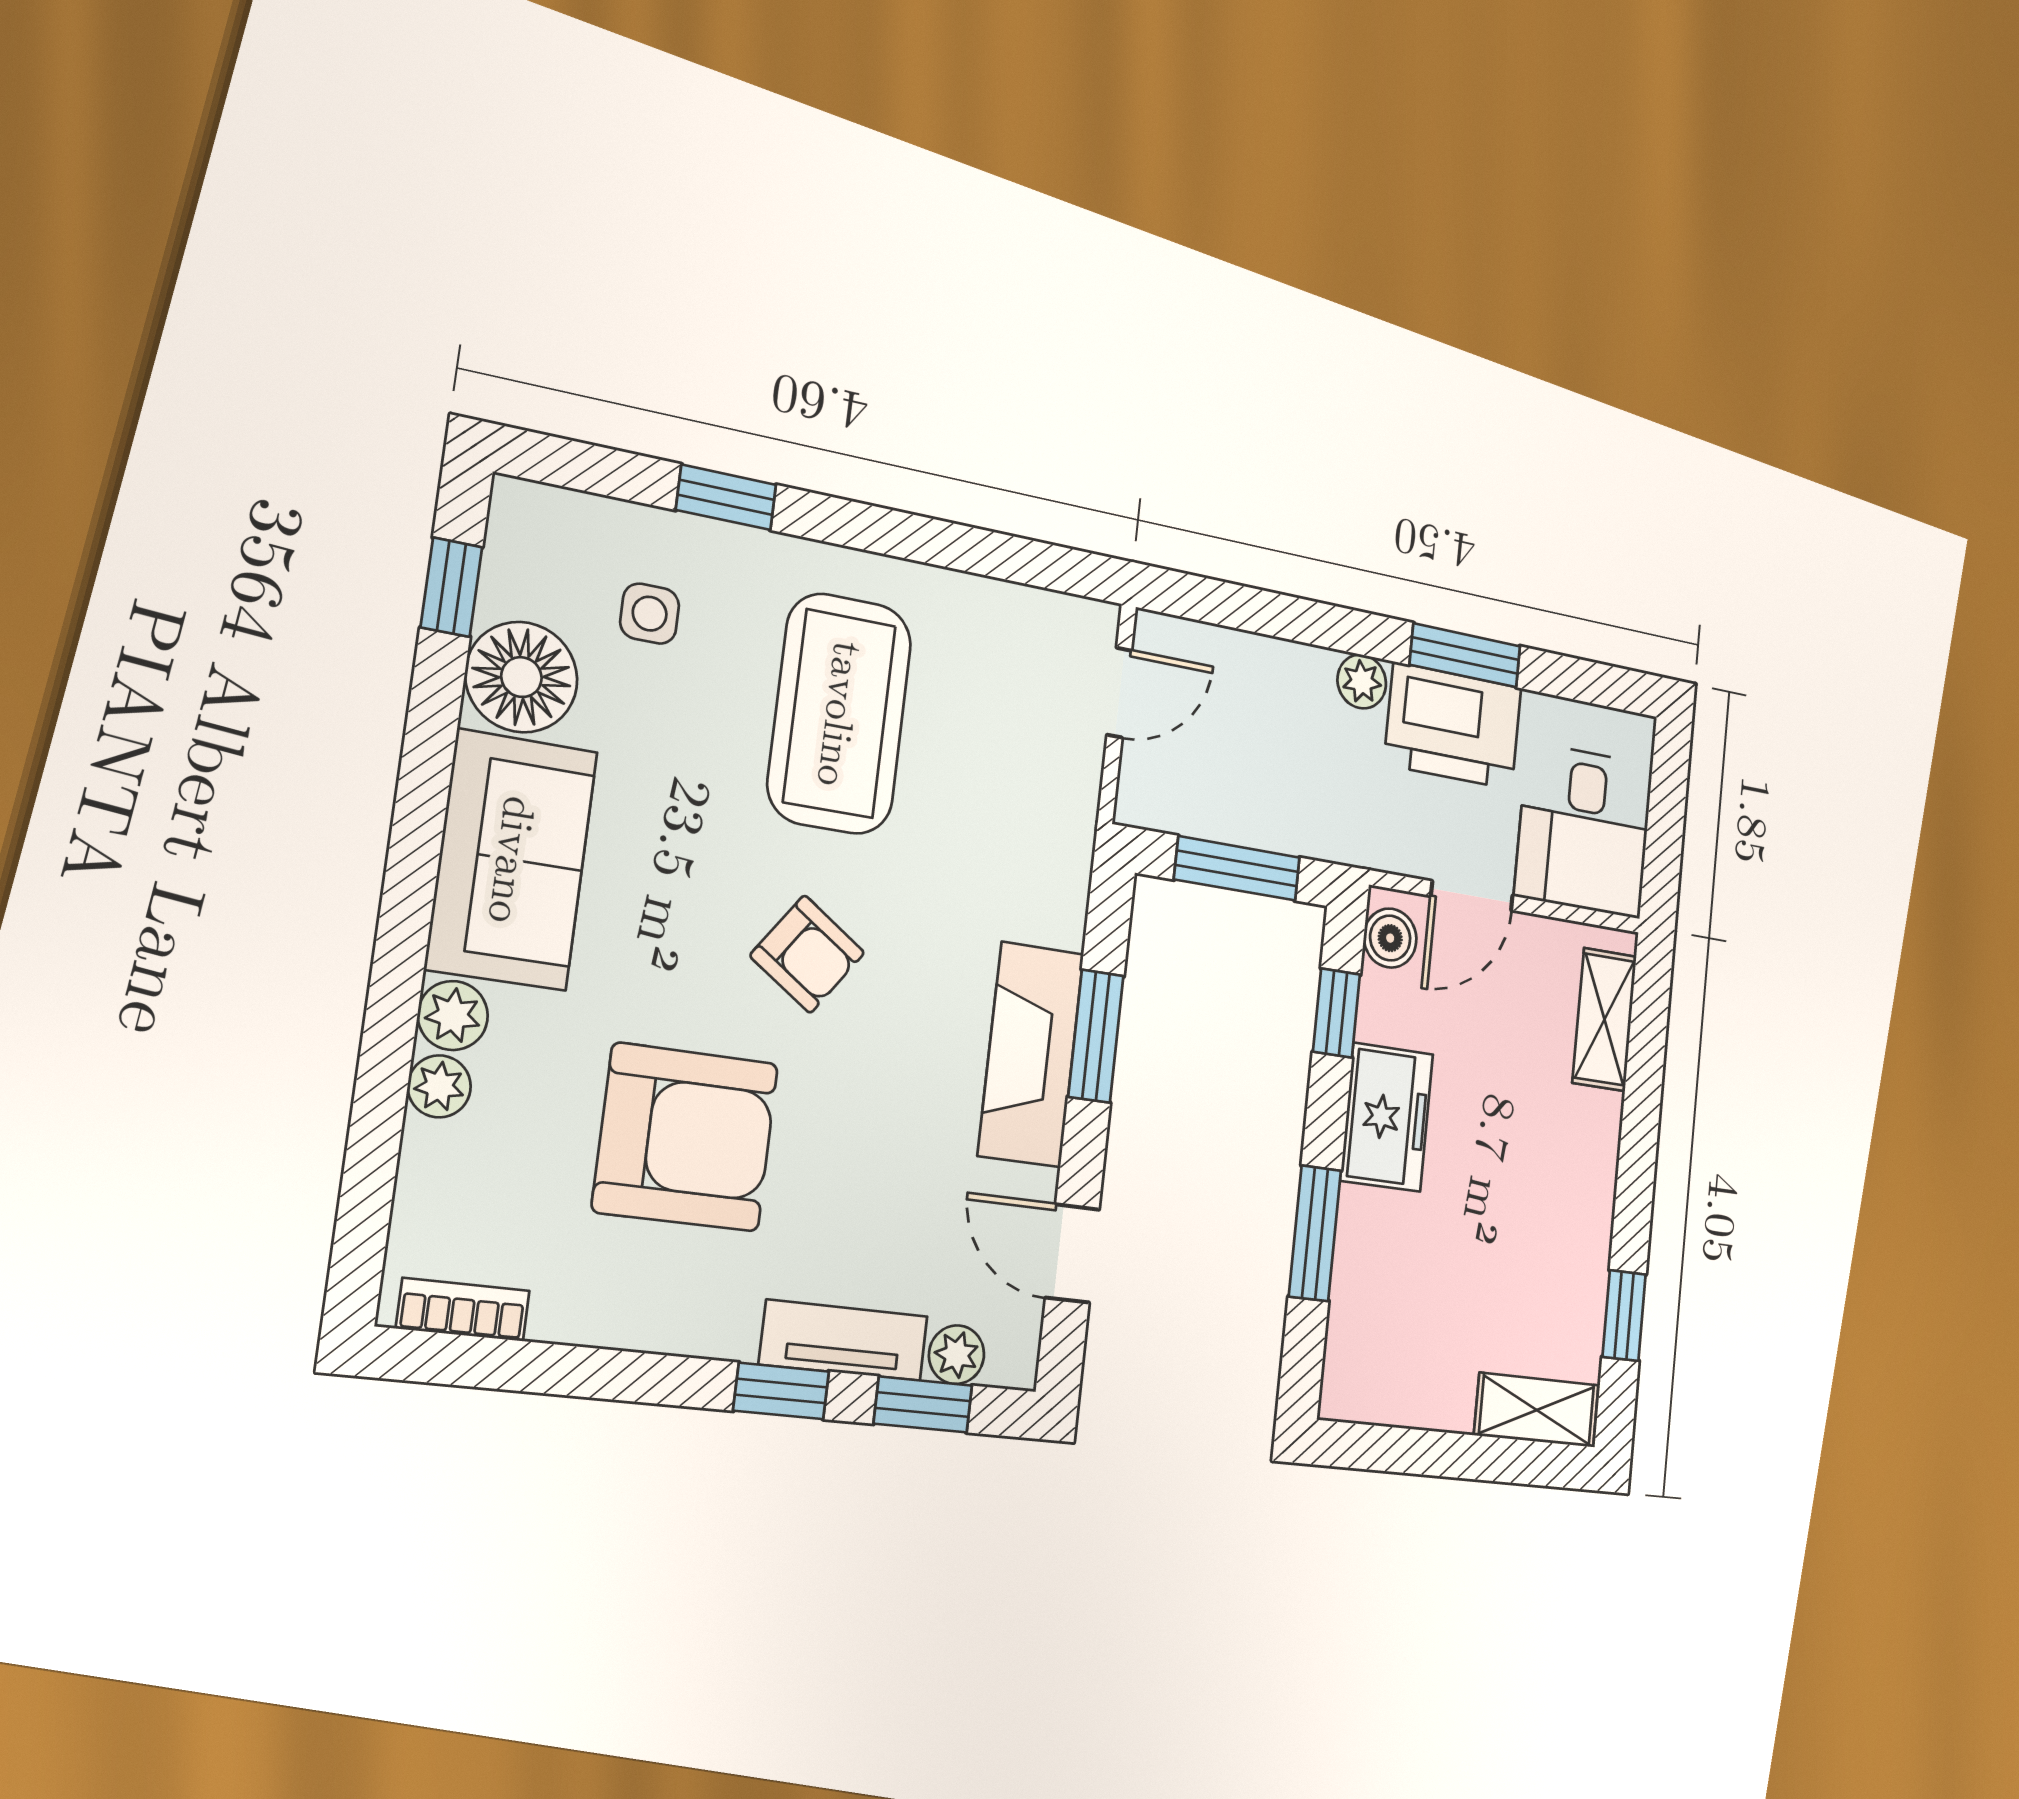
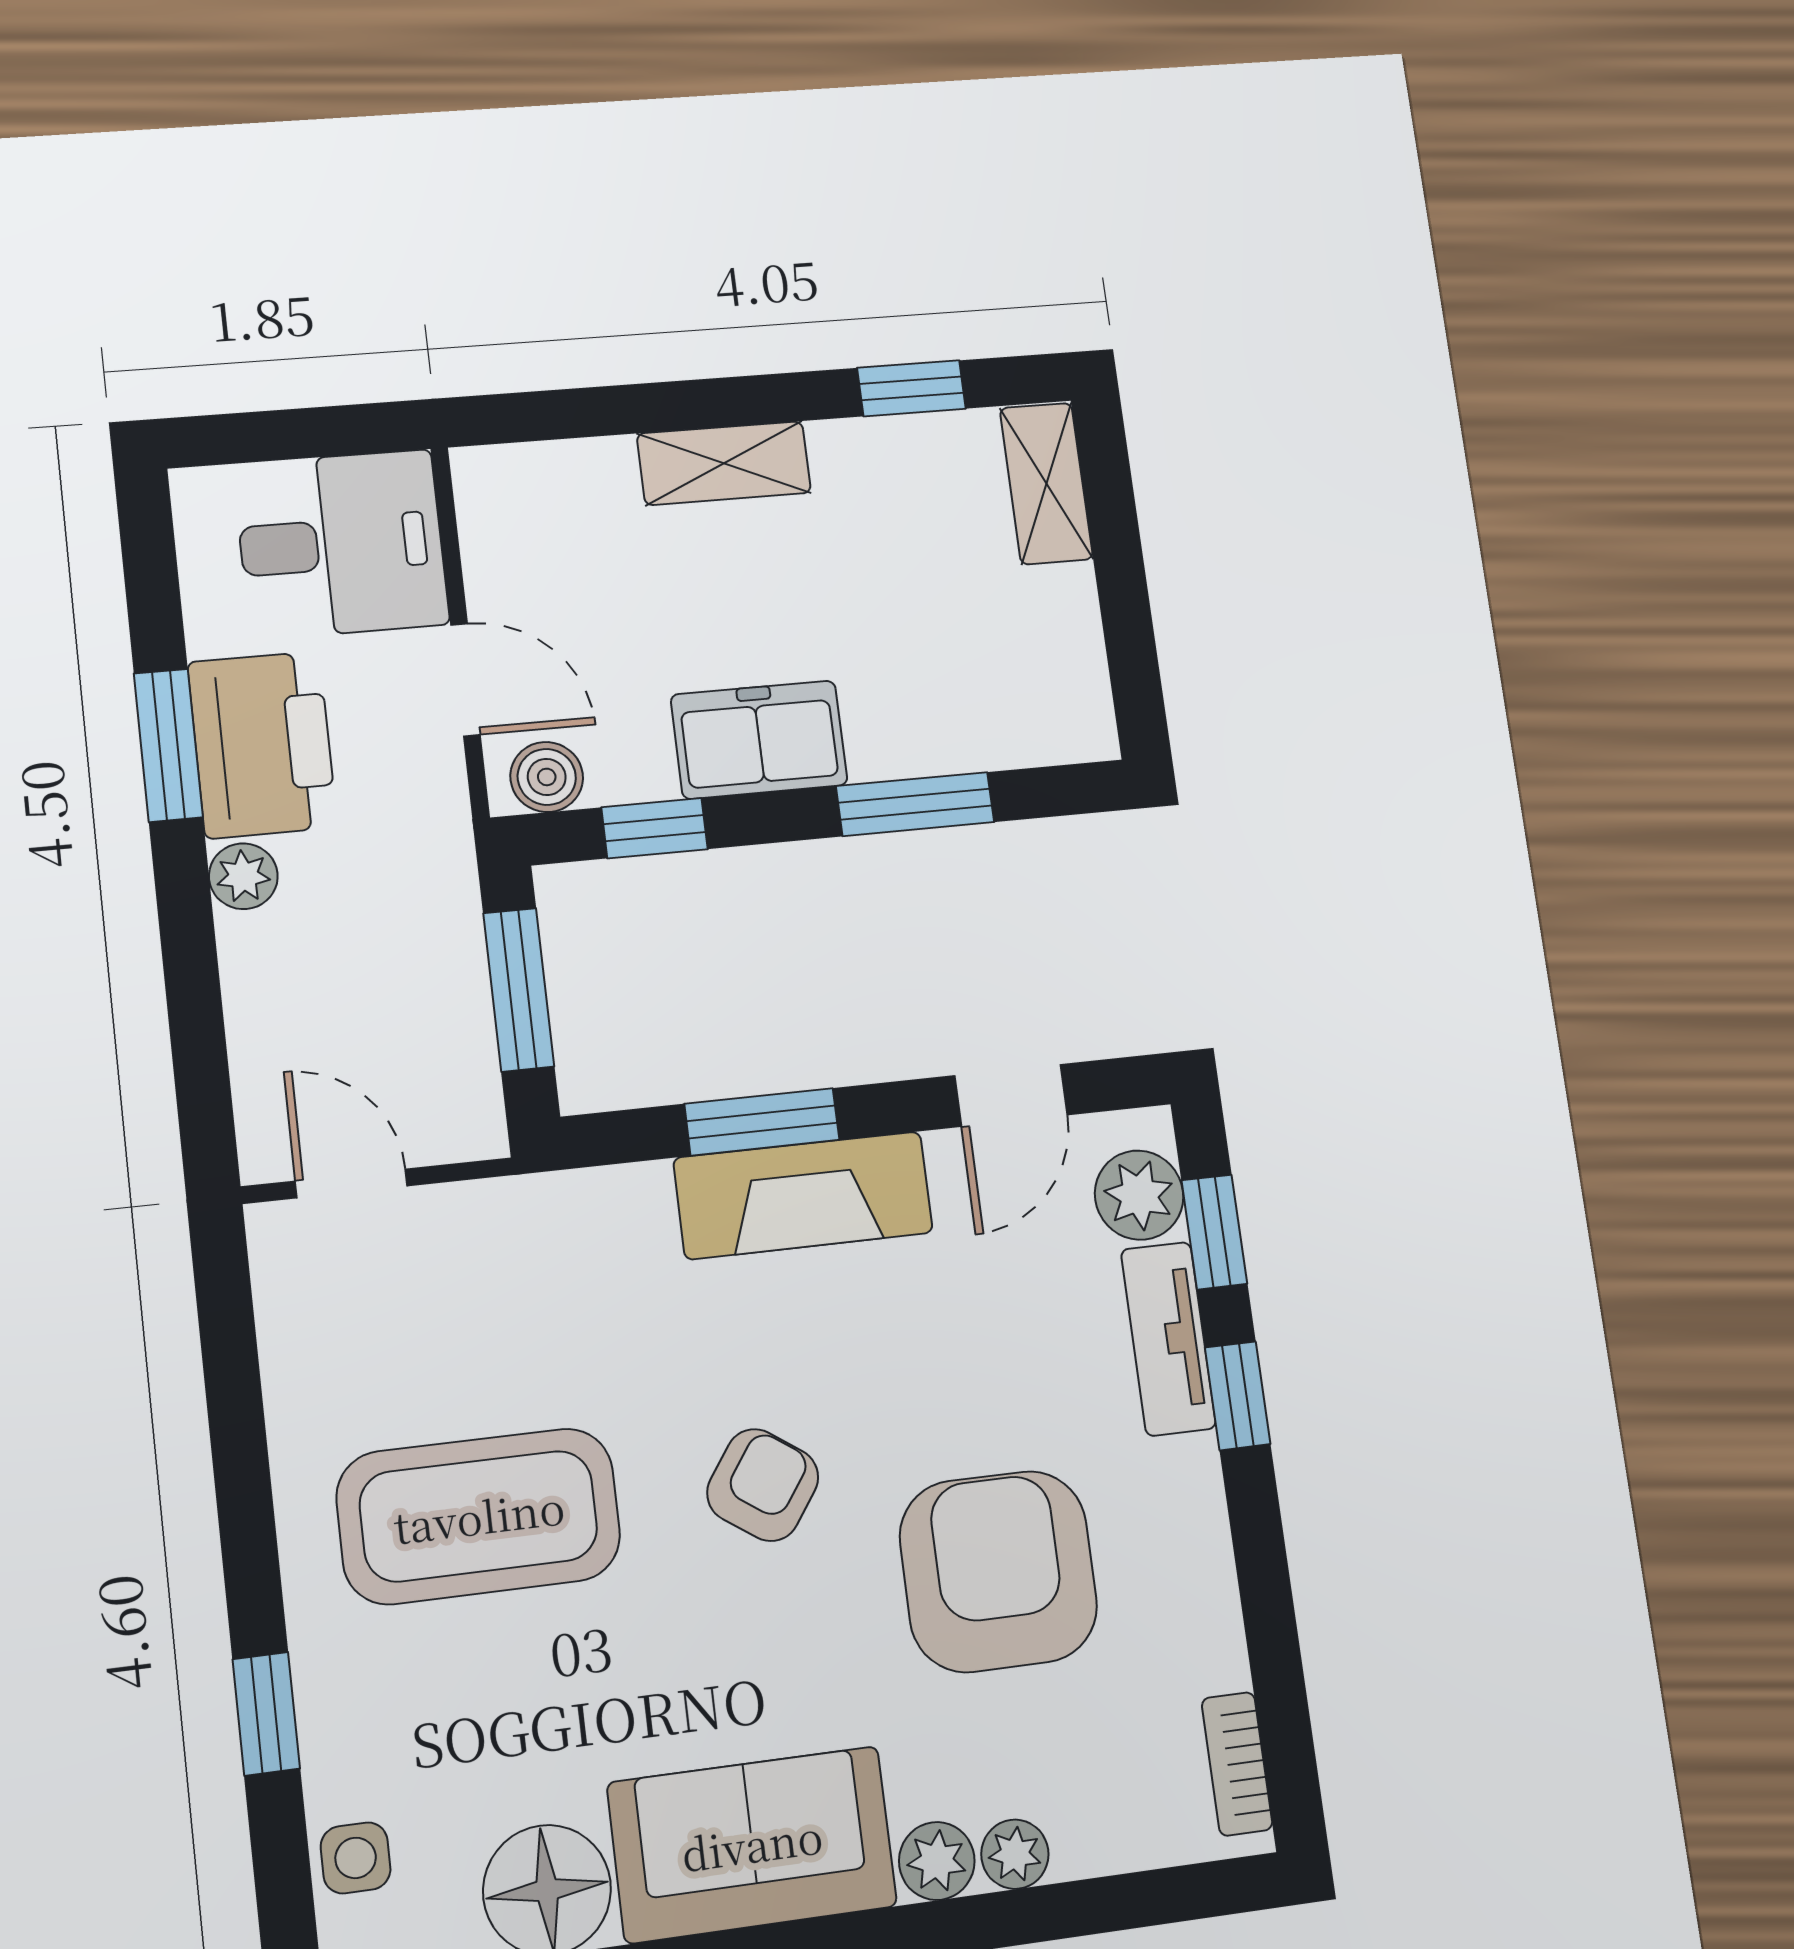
side table: (650, 614) -> (356, 1858), moved
shelving: (1605, 1019) -> (724, 463), moved
plant: (957, 1355) -> (1139, 1195), width x1.38, depth x1.38

